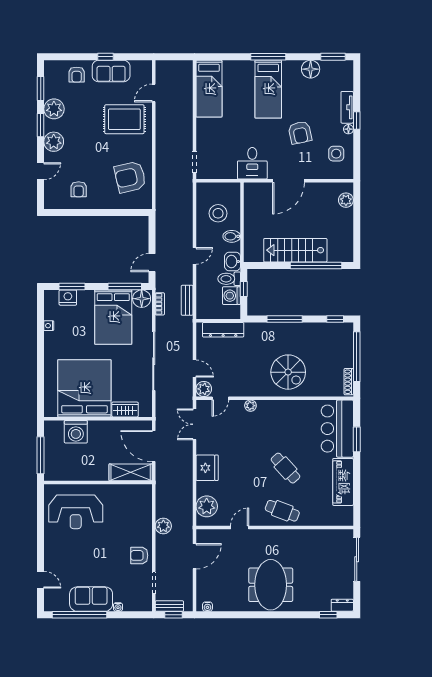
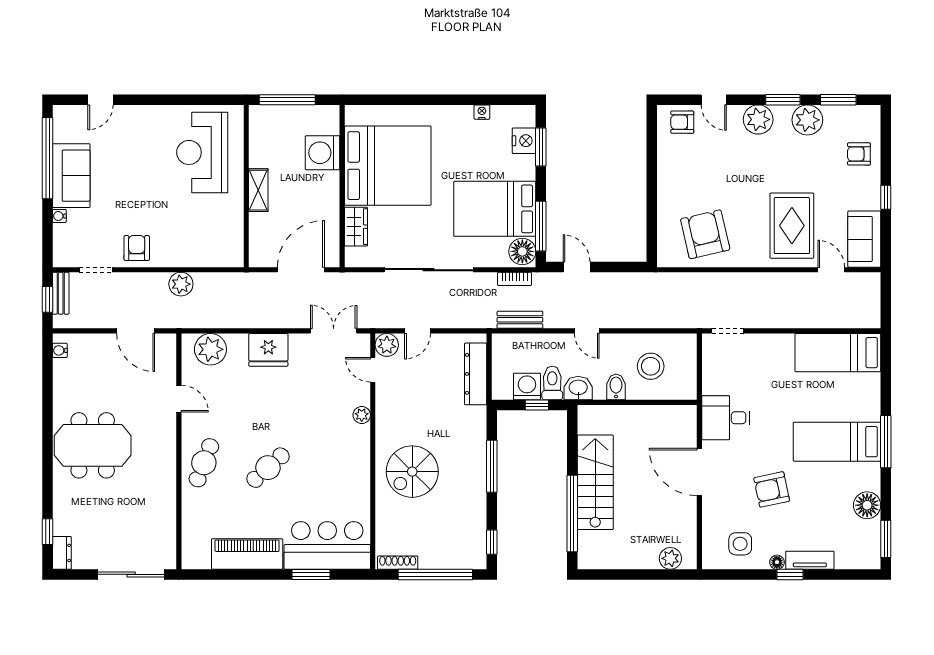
sofa: (111, 71) -> (864, 239), moved
armchair: (79, 189) -> (682, 122), moved
shelving: (131, 472) -> (258, 190), moved, width x0.67, depth x0.75

